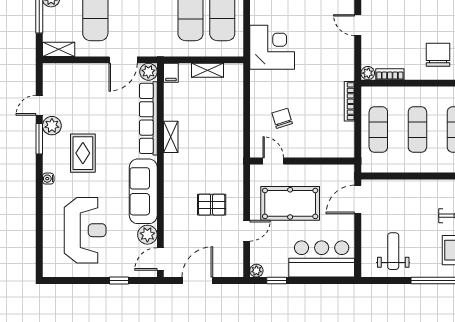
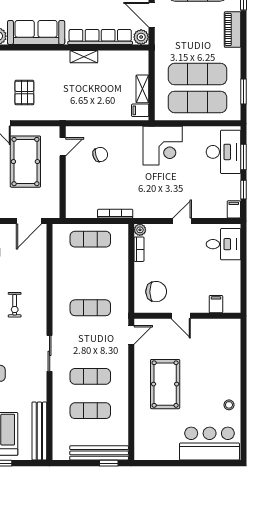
filing cabinet: (171, 73) -> (140, 110), moved
exercise mat: (417, 130) -> (90, 273), removed
door: (358, 199) -> (29, 221), swing flipped

